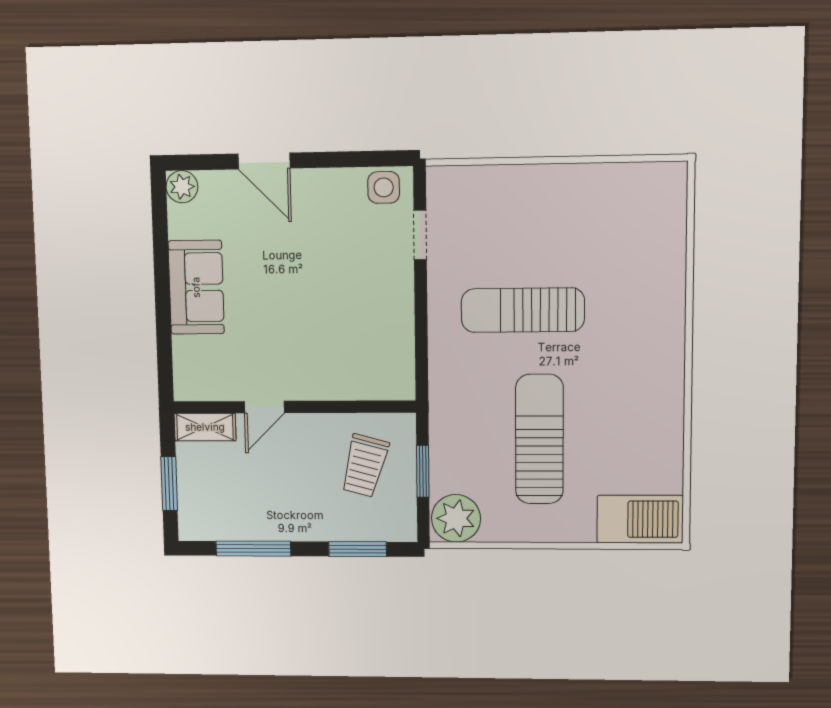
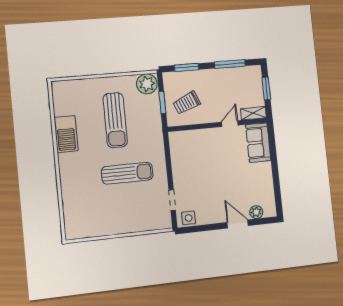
plant: (182, 187) -> (256, 212), moved
sofa: (196, 287) -> (258, 143), moved
trolley: (365, 466) -> (187, 103), turned -128
barbecue: (640, 519) -> (66, 134), moved, turned -90

